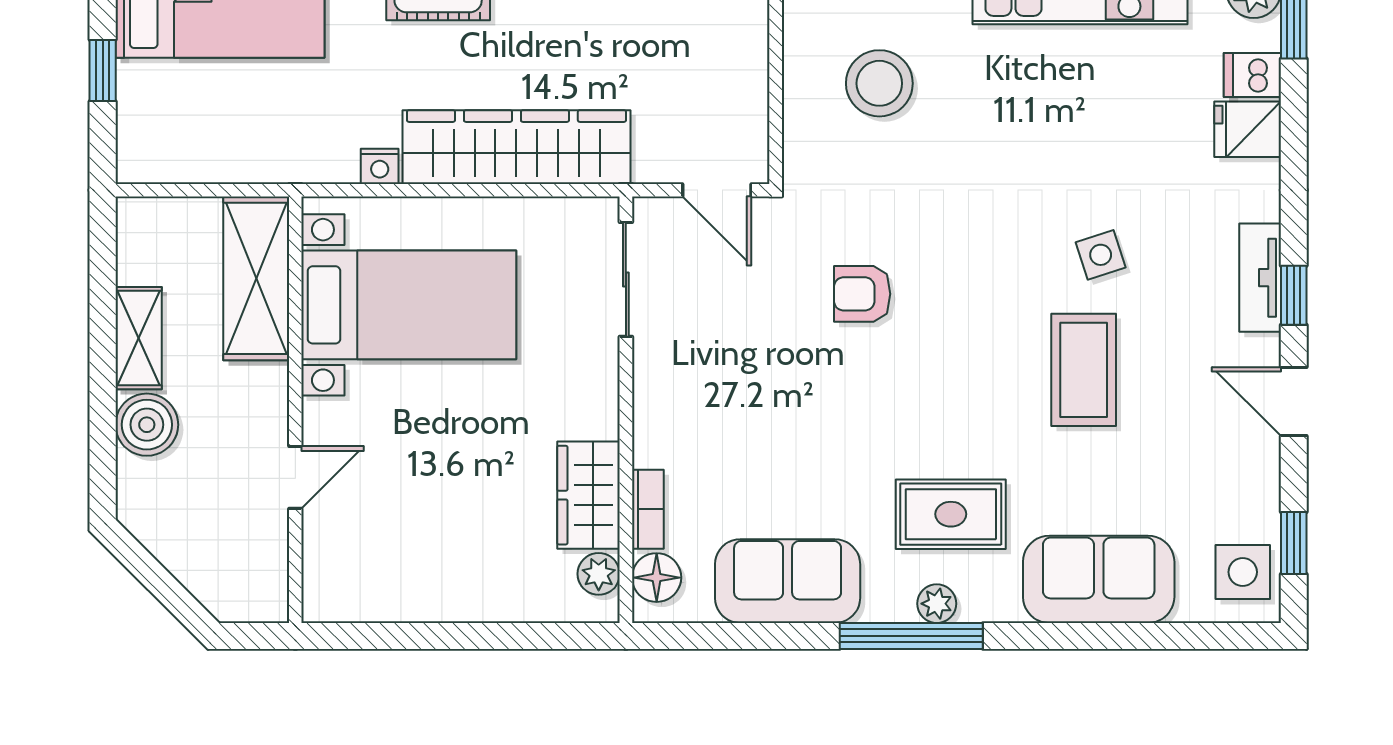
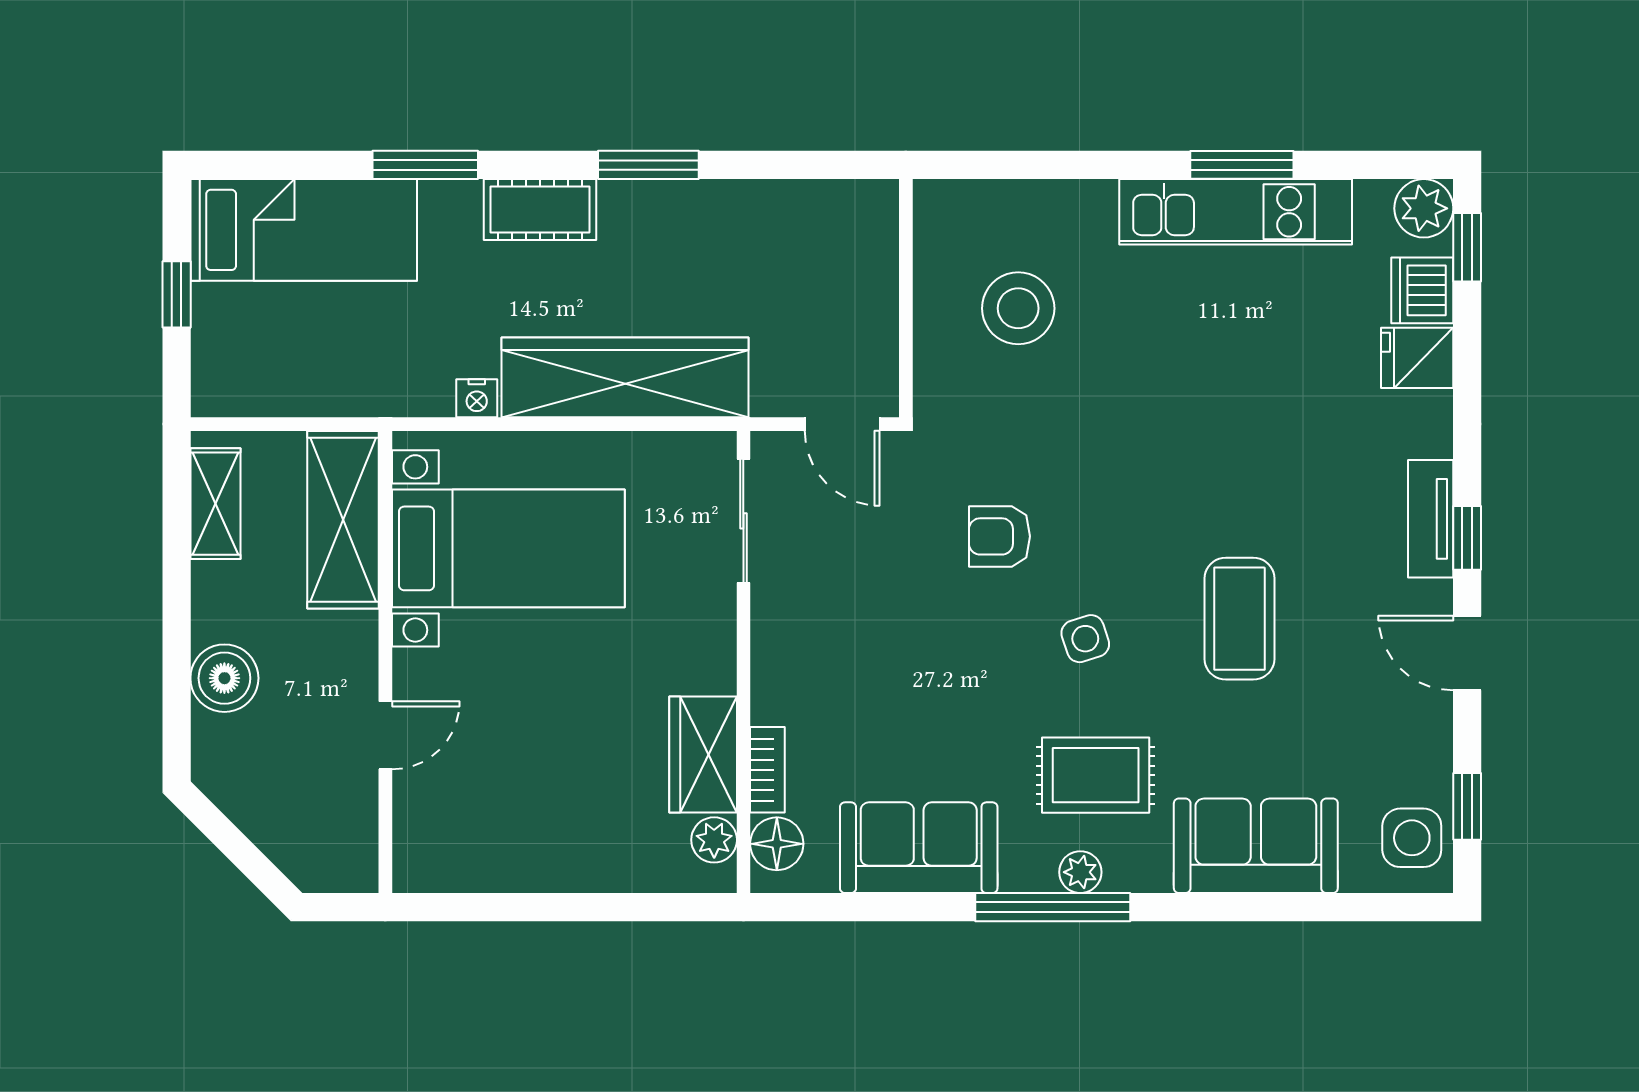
dishwasher: (1252, 75) -> (1422, 290), width x1.38
side table: (1101, 255) -> (1085, 639), moved
shelving: (139, 338) -> (216, 504), moved

